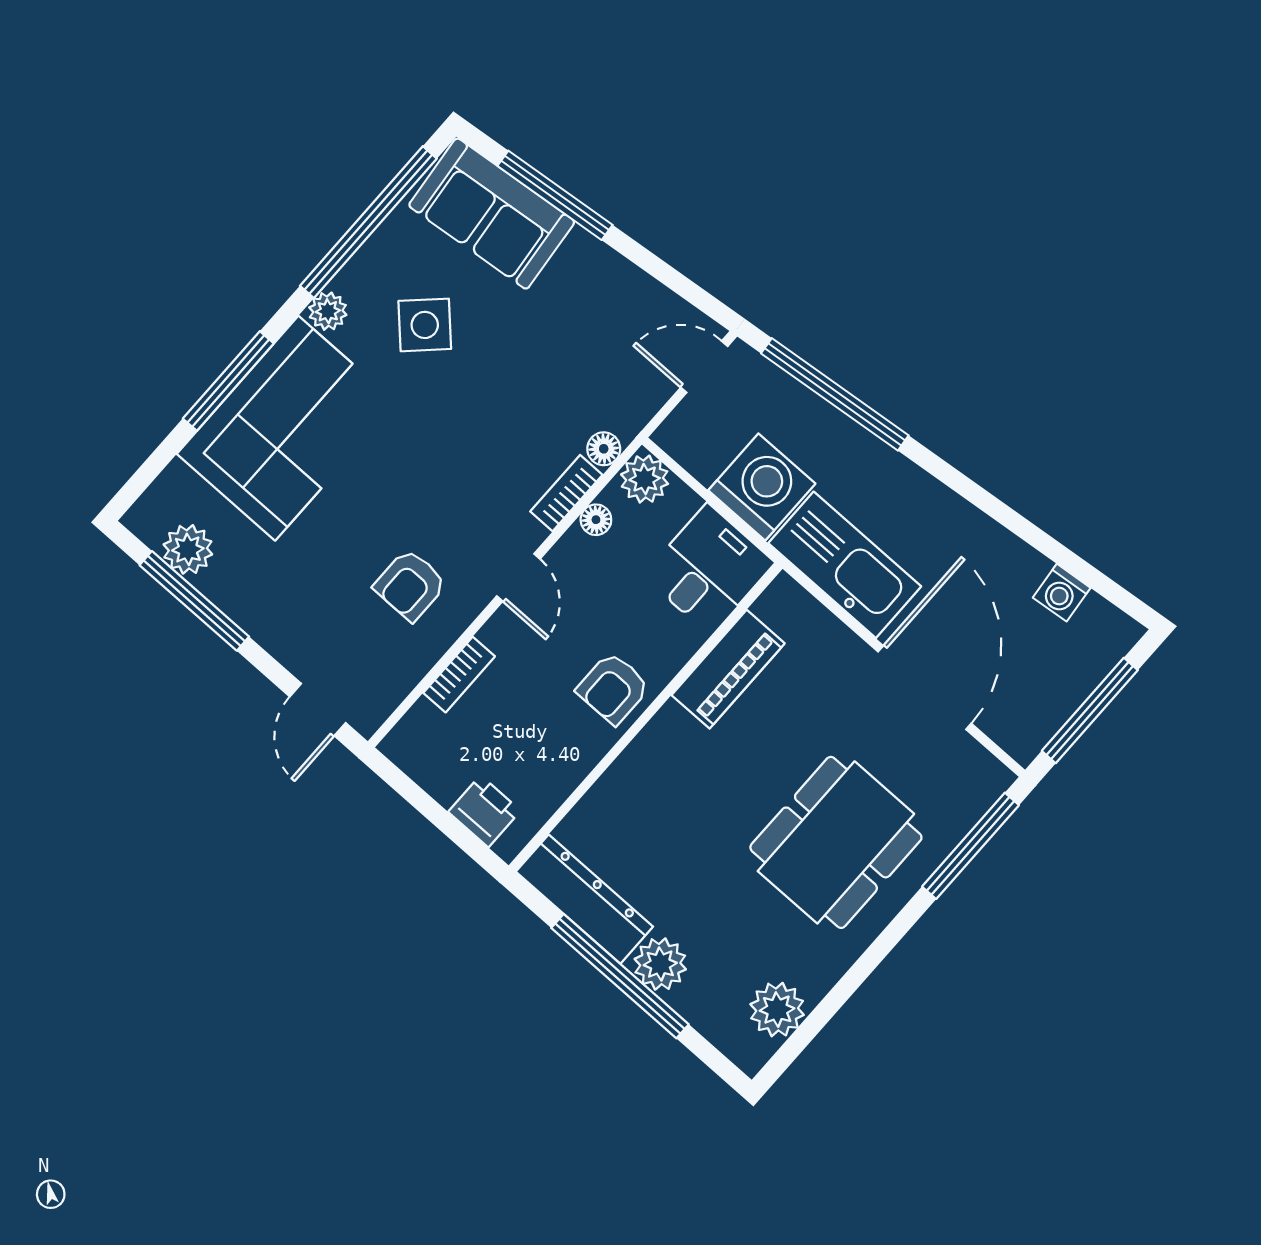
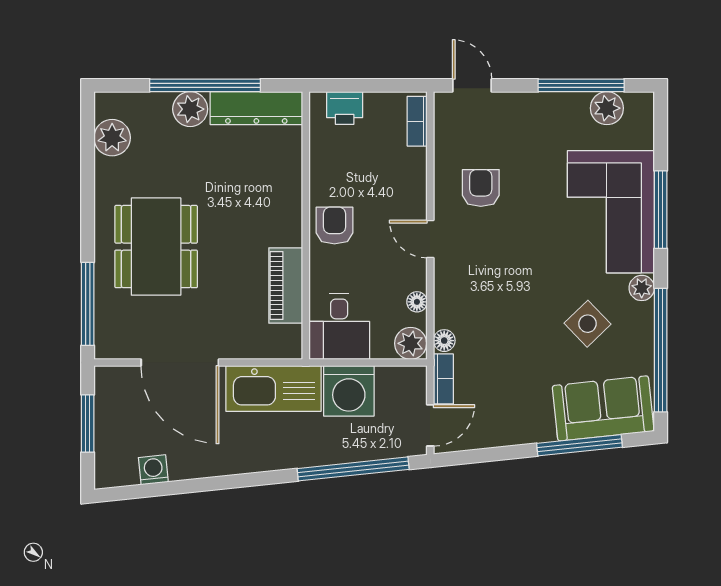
bookcase: (566, 493) -> (443, 379), moved
bookcase: (459, 675) -> (417, 121), moved
window: (1090, 711) -> (88, 423), width x0.69

